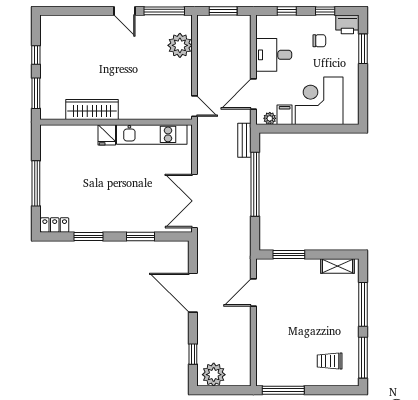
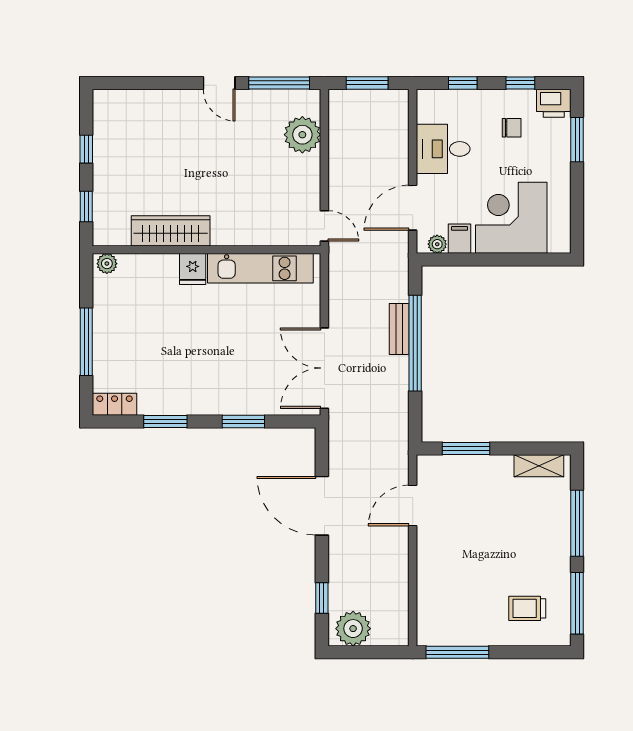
window: (36, 93) -> (86, 207), width x0.67
plant: (50, 131) -> (107, 264), added
bench: (244, 140) -> (399, 329), moved

